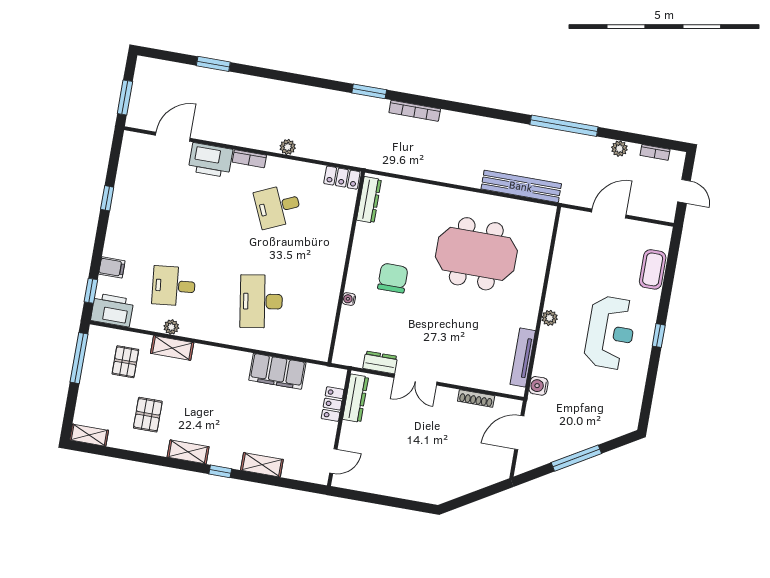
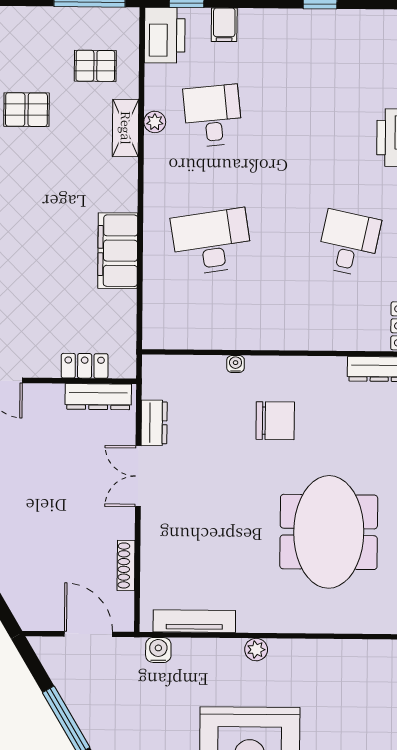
desk: (278, 206) -> (349, 243), turned 36
filing cabinet: (277, 371) -> (118, 251), moved

